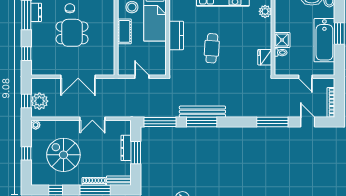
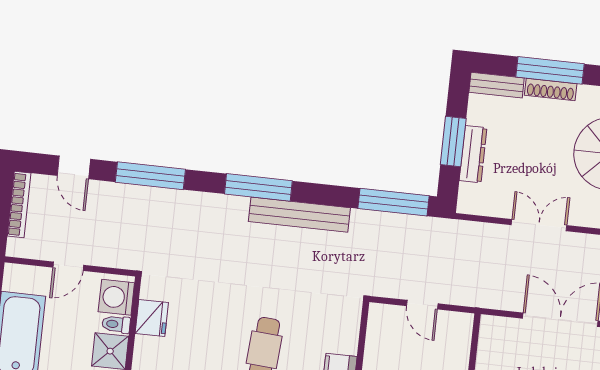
washing machine: (282, 65) -> (116, 297), added
door: (305, 77) -> (68, 266), swing flipped
window: (202, 122) -> (258, 187), moved

